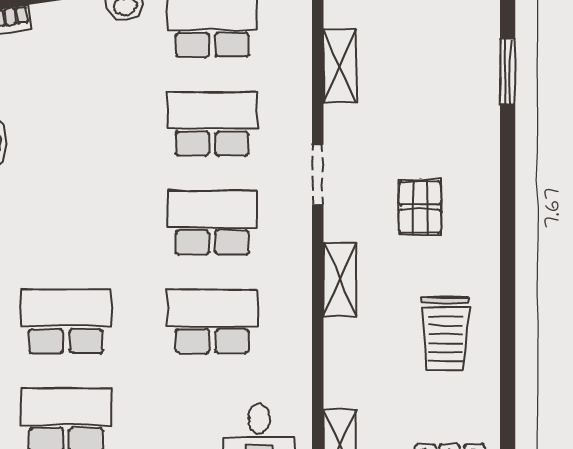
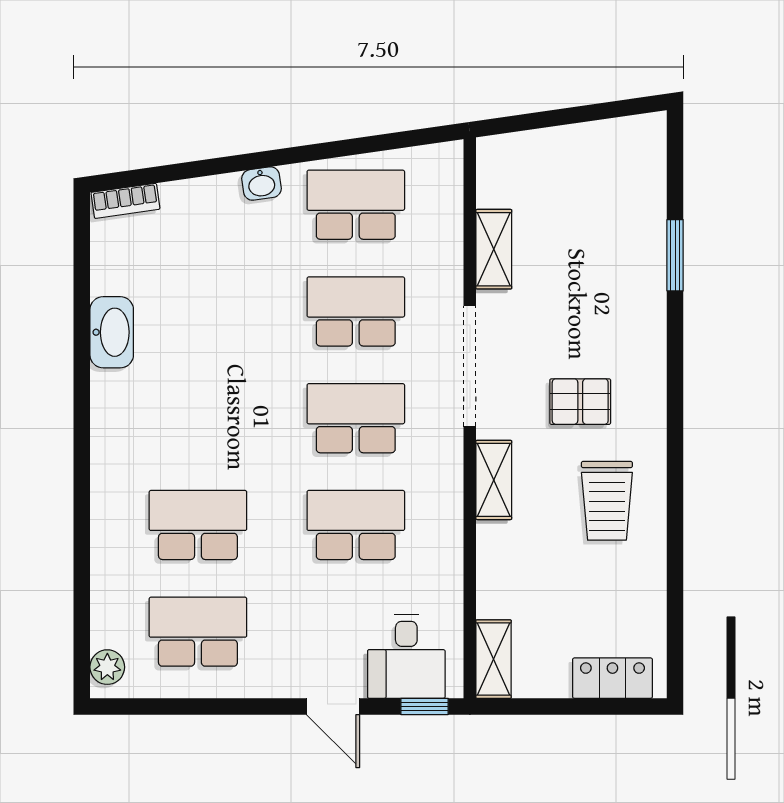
doorway: (318, 175) -> (470, 366), width x1.88
pallet: (420, 207) -> (580, 402), turned 90
trolley: (445, 334) -> (607, 501), moved

